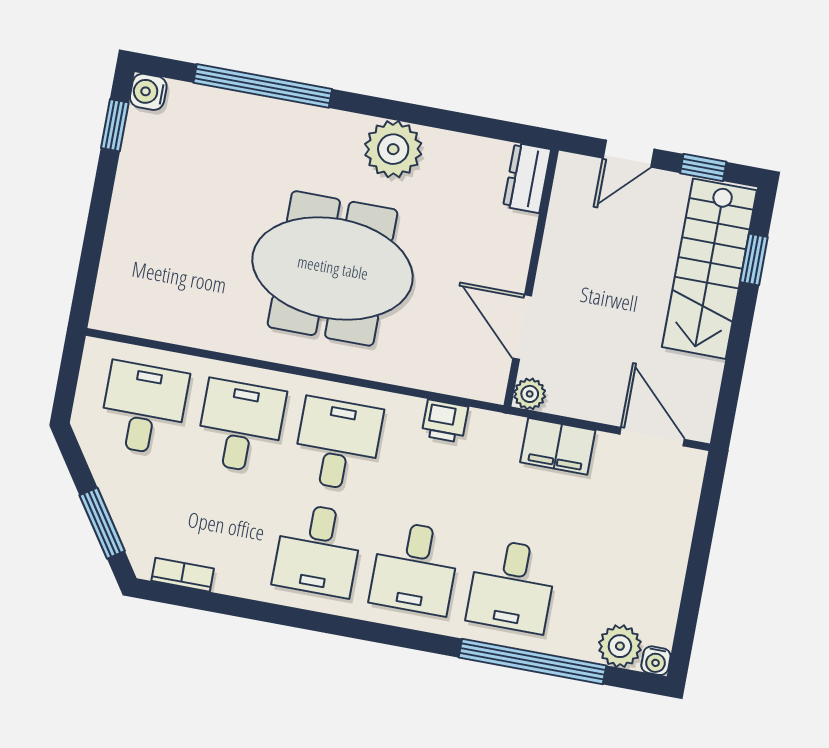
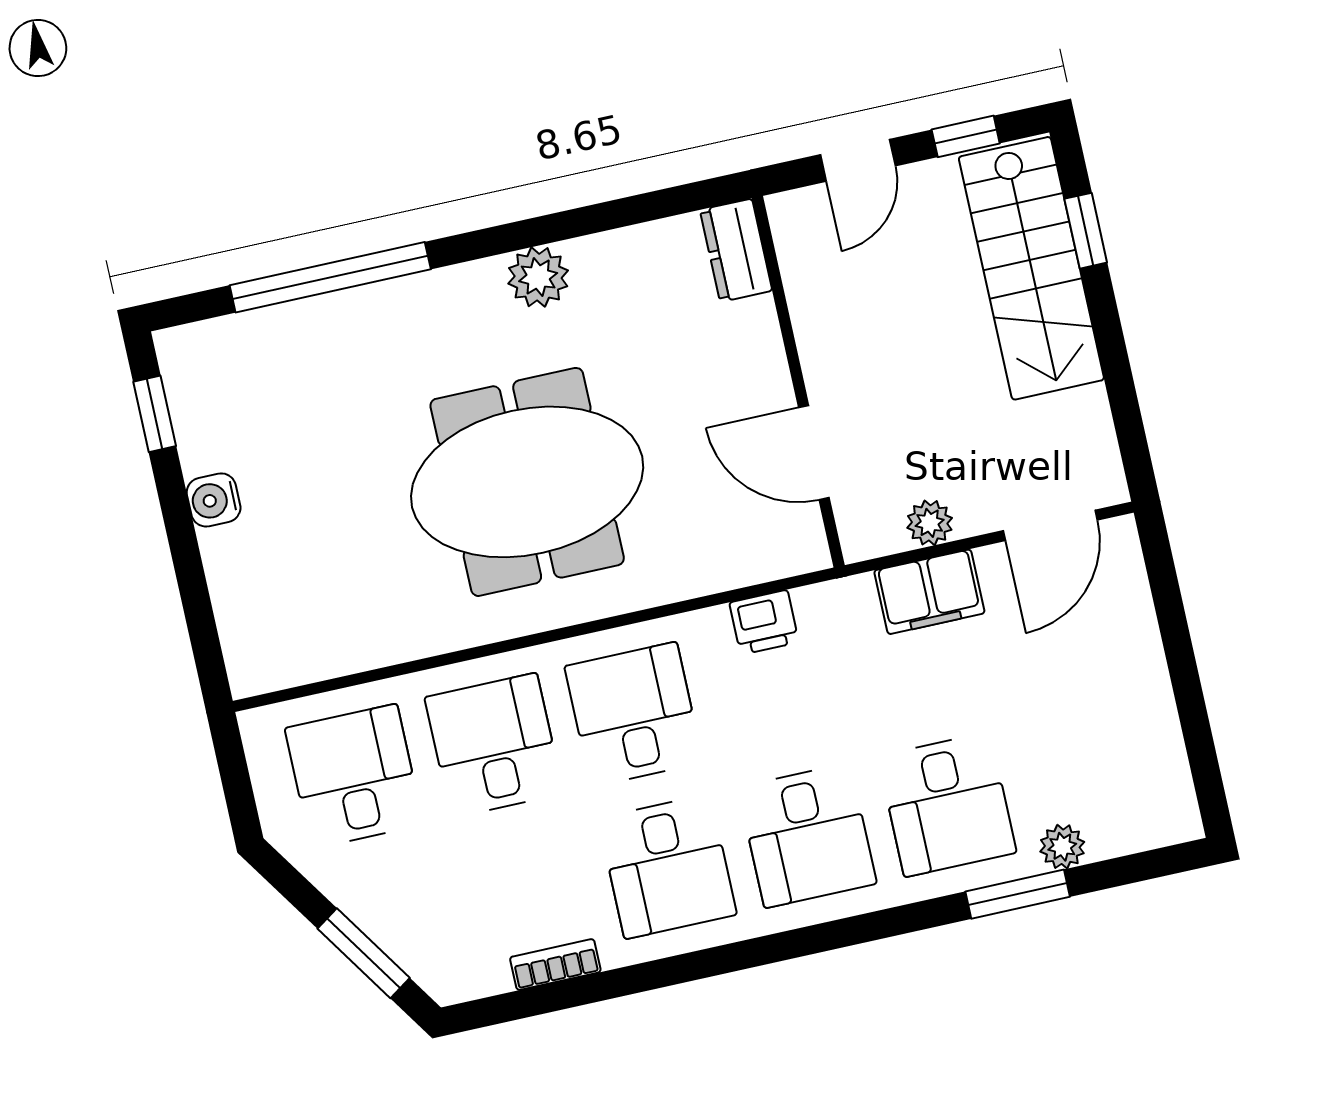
water cooler: (148, 92) -> (214, 500), moved
plant: (393, 149) -> (538, 277), width x0.73, depth x0.73
plant: (530, 394) -> (930, 523), moved
door: (652, 437) -> (1050, 525), swing flipped
bookcase: (183, 575) -> (555, 965), moved
plant: (620, 646) -> (1062, 847), moved, width x0.73, depth x0.73
water cooler: (656, 661) -> (1182, 823), removed
window: (532, 662) -> (1018, 894), width x0.47

